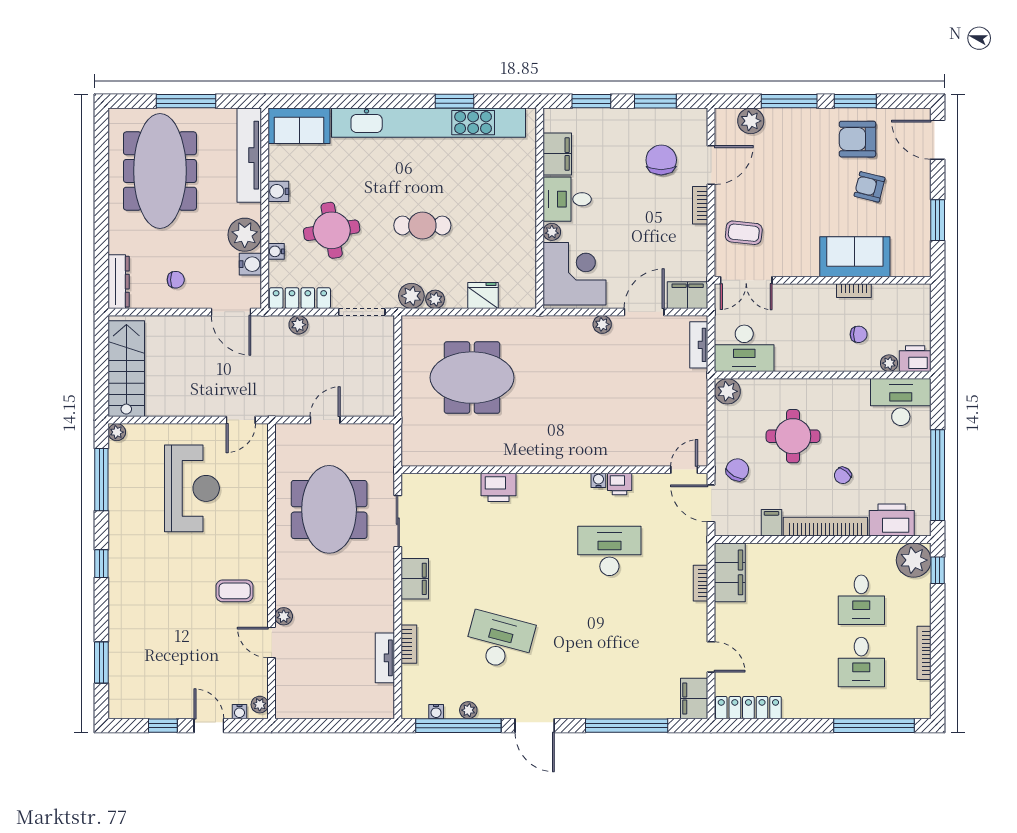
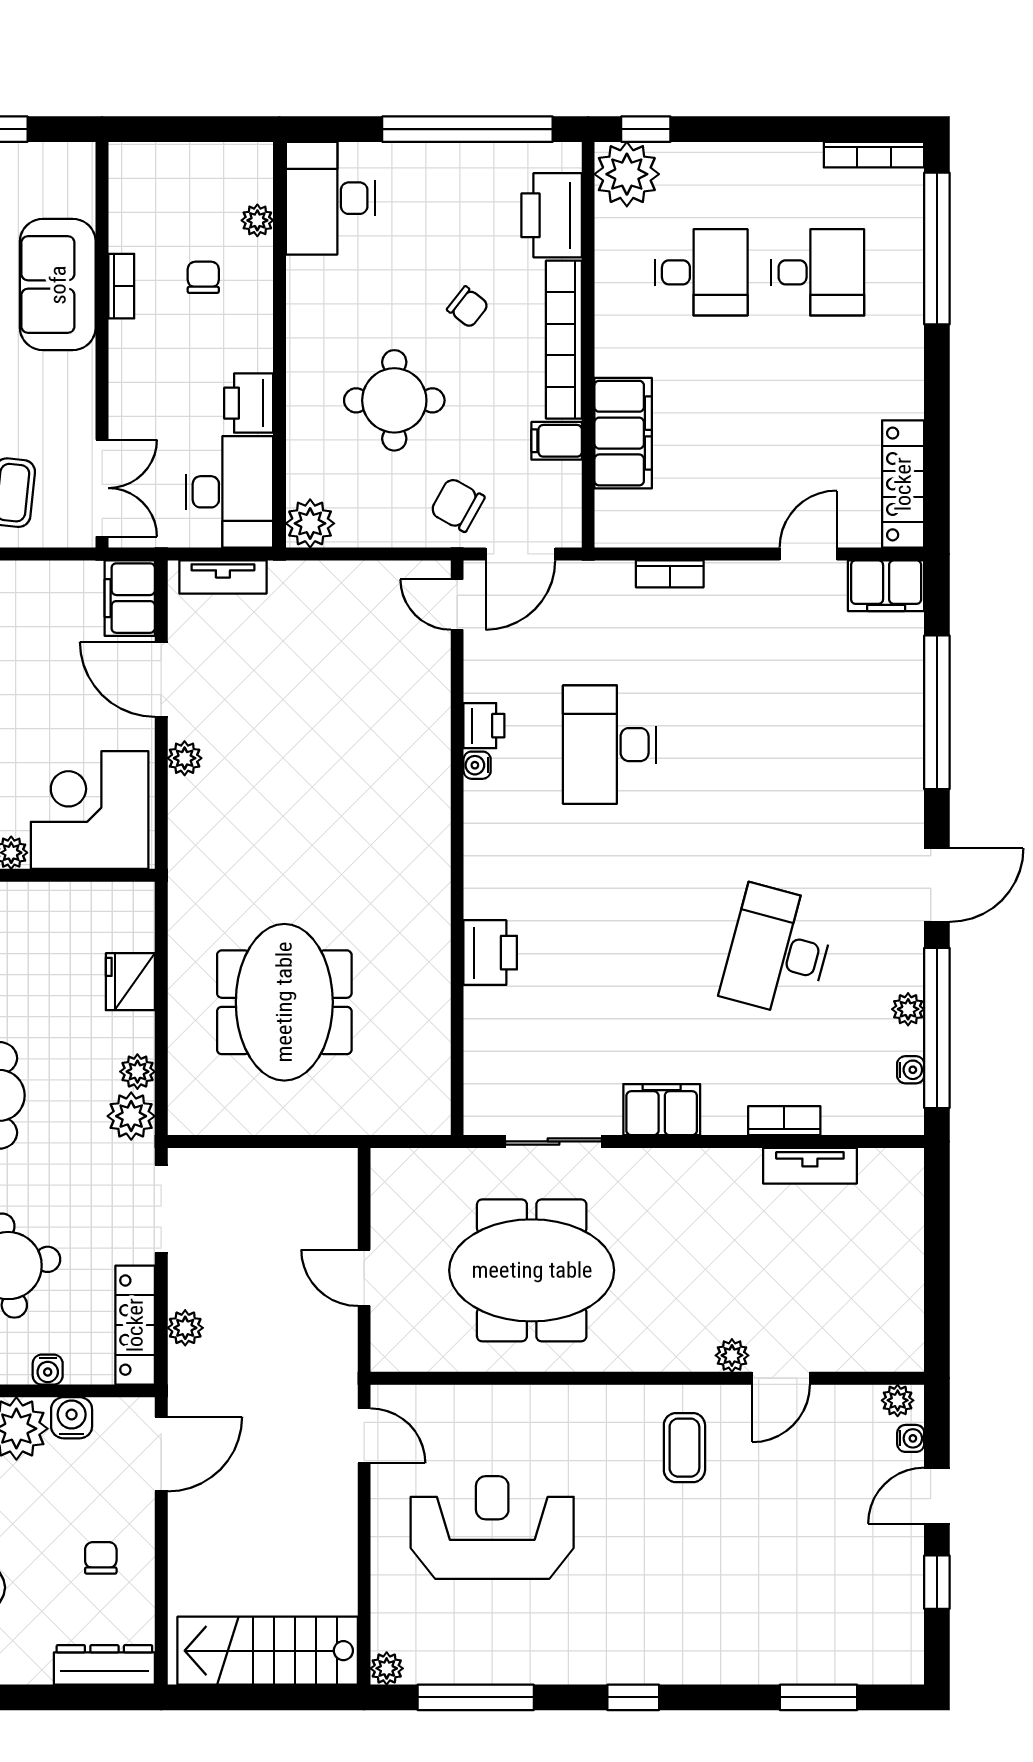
printer: (915, 359) -> (249, 403), moved
filing cabinet: (730, 572) -> (623, 433), moved, turned 90
bookcase: (924, 653) -> (874, 155), moved

